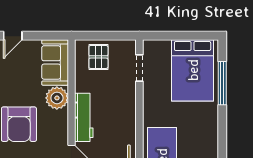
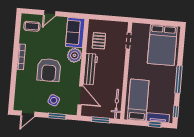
pallet: (98, 57) -> (99, 41), moved
window: (222, 83) -> (179, 80), moved

